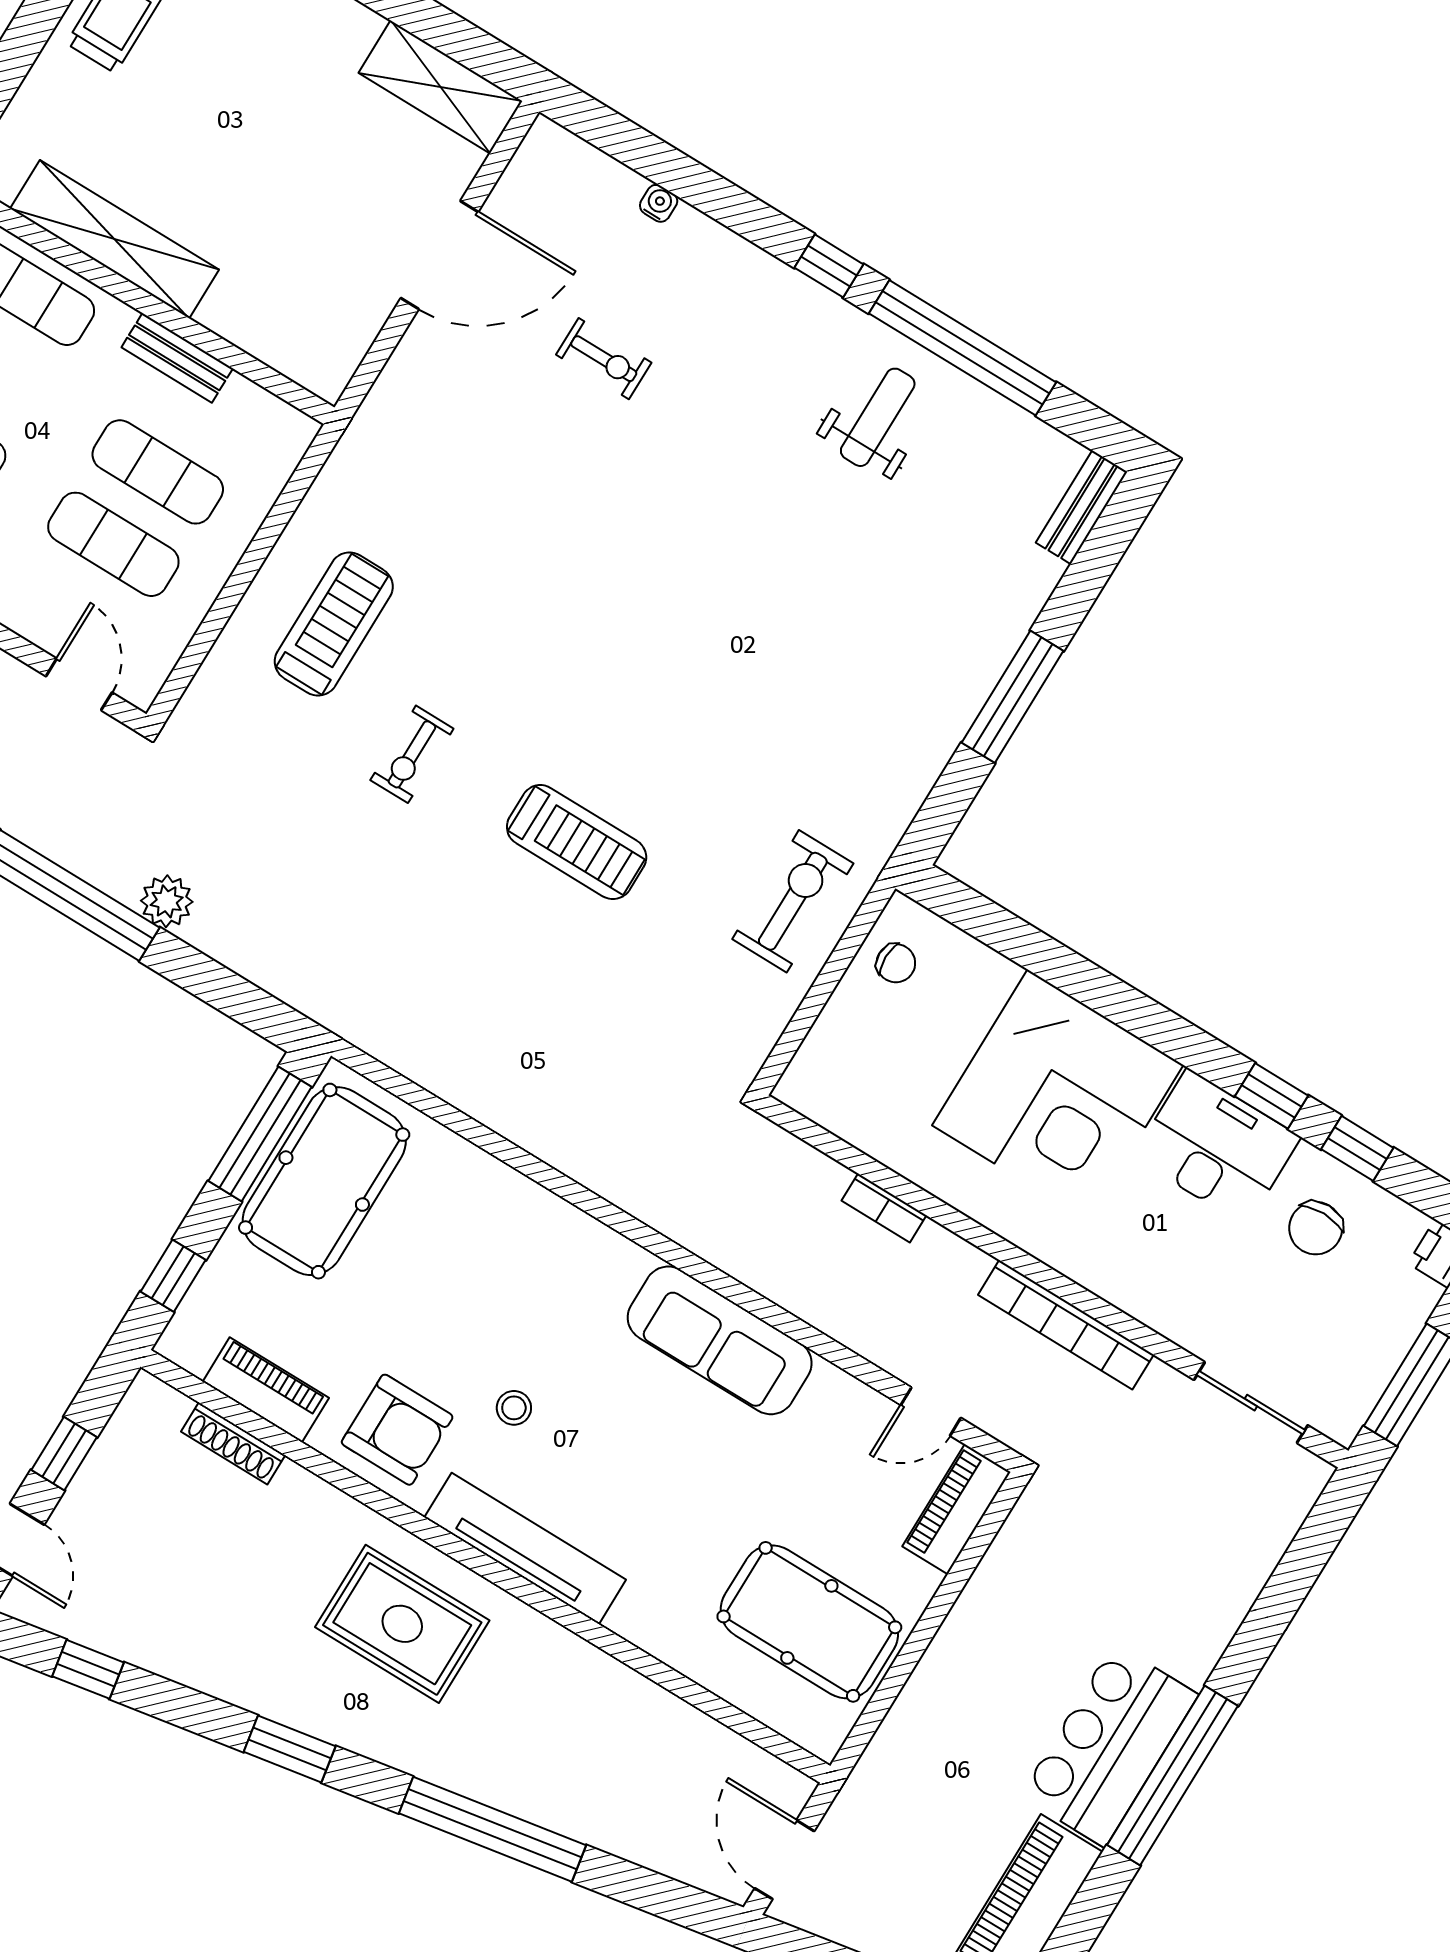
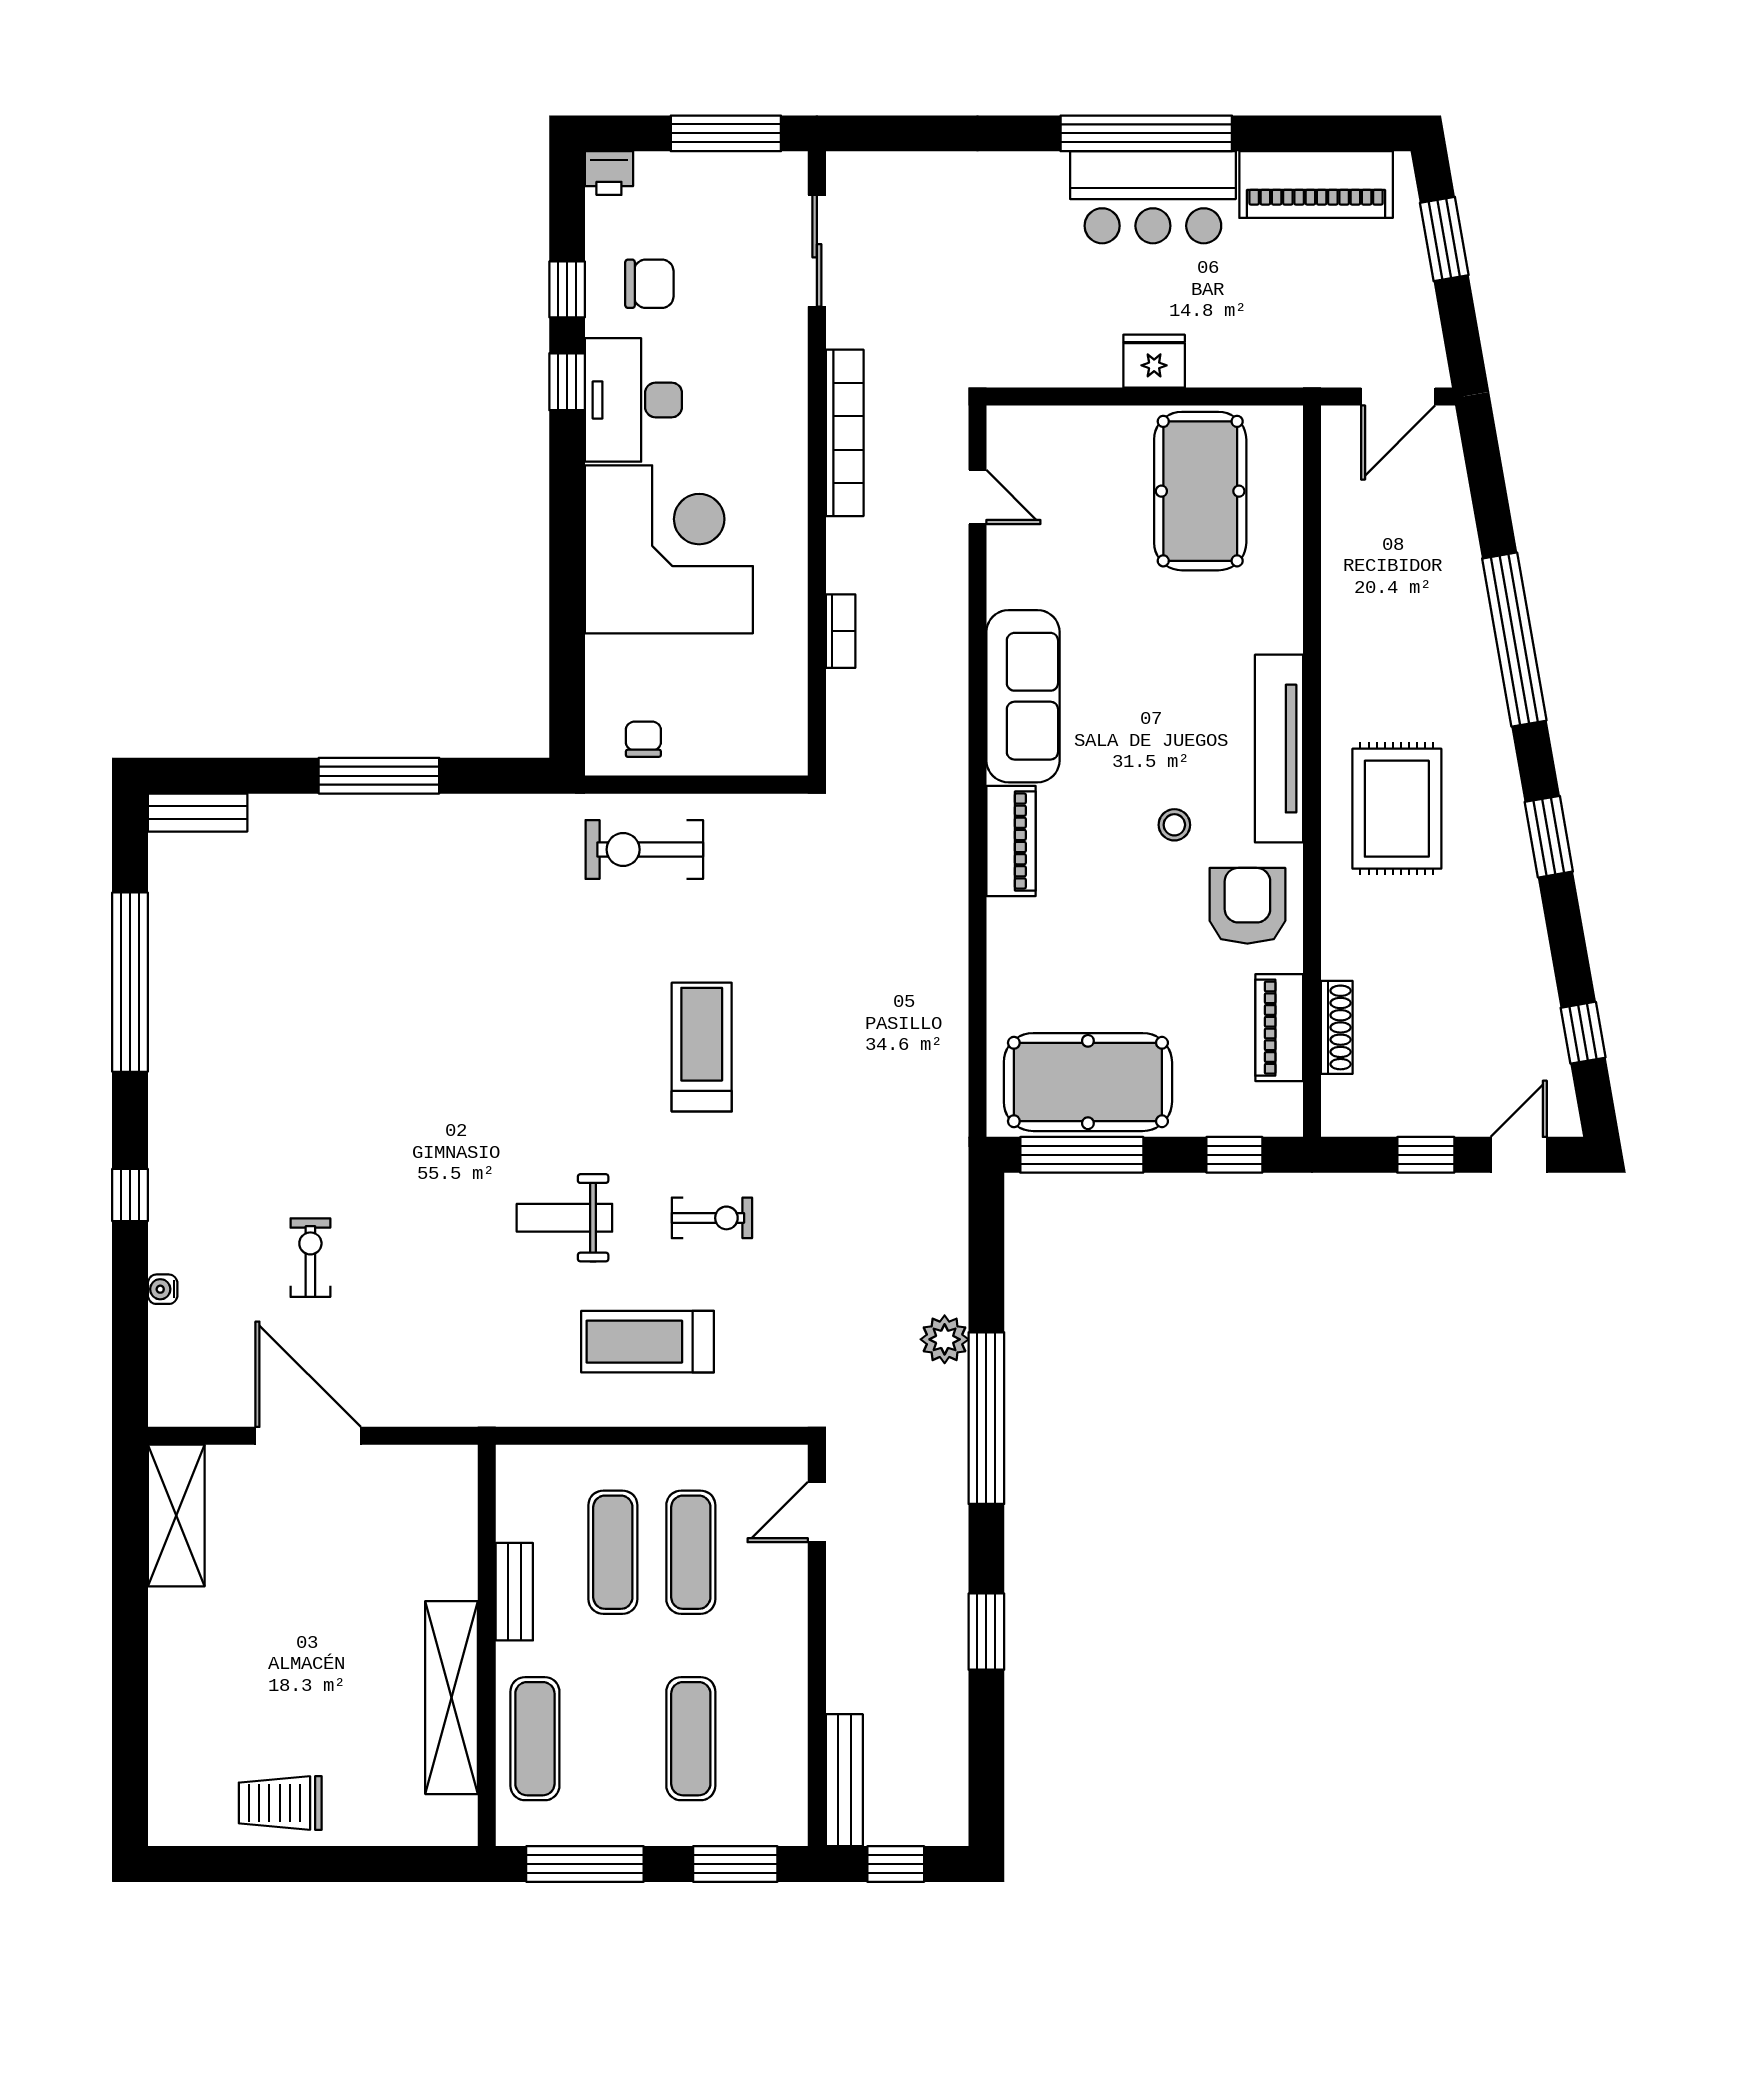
window: (829, 266) -> (130, 1195), moved
weight bench: (878, 417) -> (564, 1218), moved
piano: (956, 1509) -> (1011, 841), moved, turned -90
fridge: (956, 1653) -> (1154, 361), added

